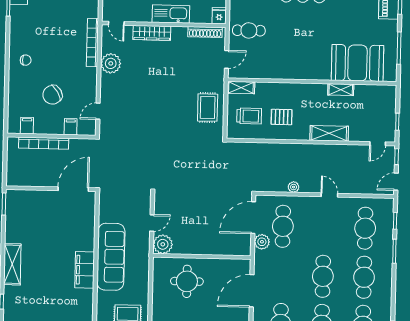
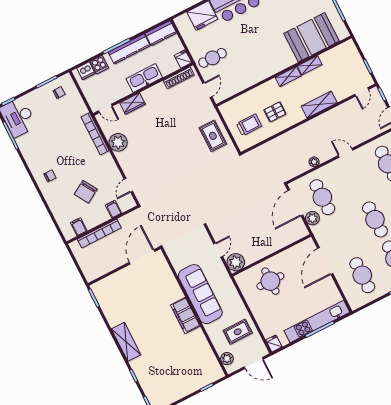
wardrobe: (152, 33) -> (132, 103), width x0.67
shelving: (241, 88) -> (288, 77), moved

